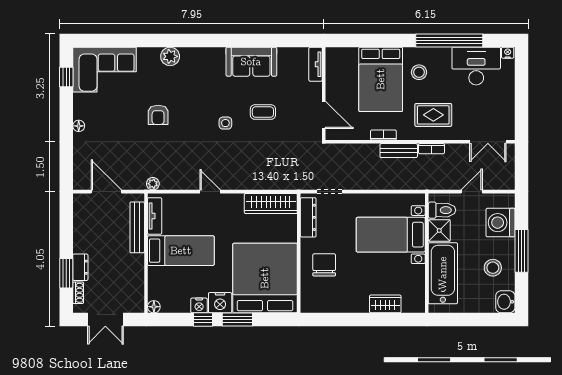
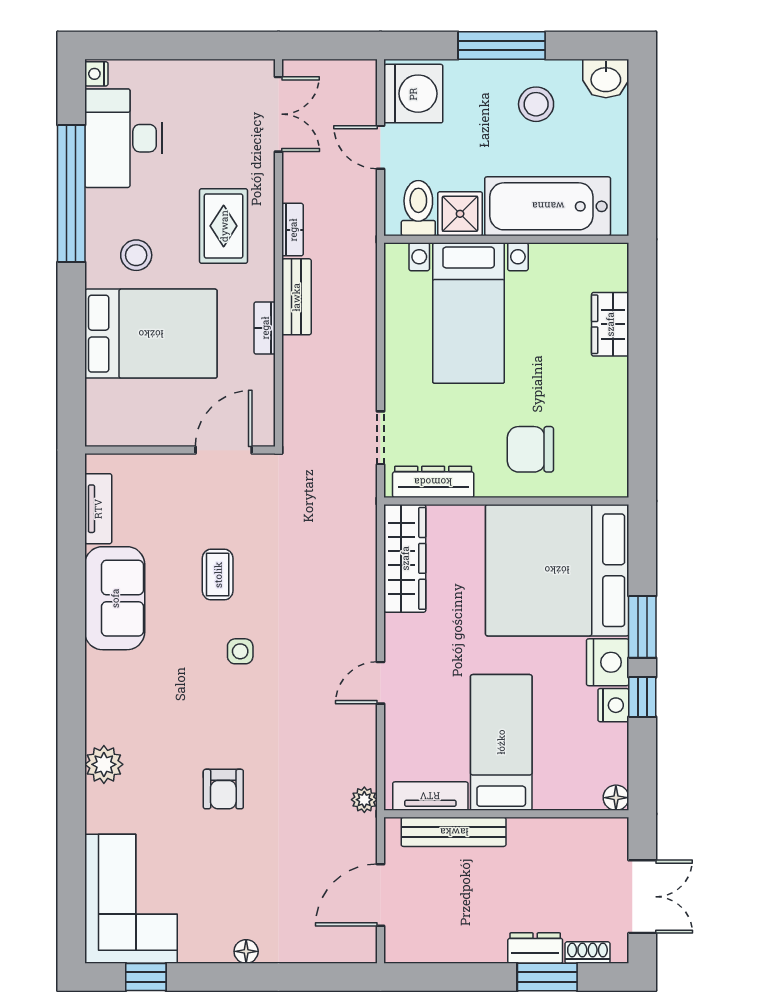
tv unit: (316, 64) -> (98, 509), moved, turned -90
armchair: (158, 115) -> (223, 789), turned 90
washing machine: (500, 223) -> (413, 94), moved, turned -90

